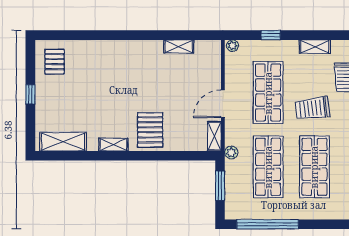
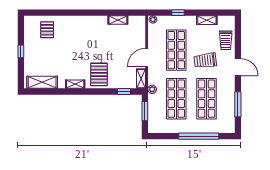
pallet: (55, 62) -> (47, 30), moved
window: (188, 156) -> (124, 91), added
window: (268, 224) -> (199, 136), moved

